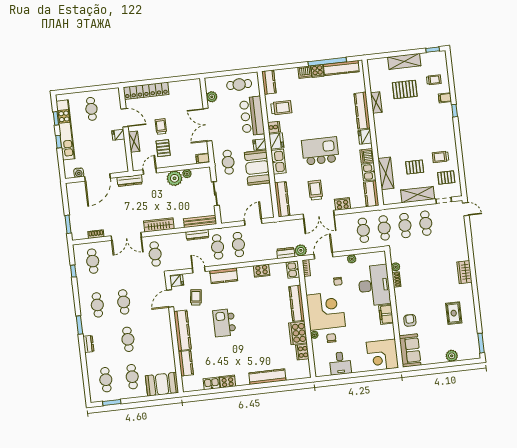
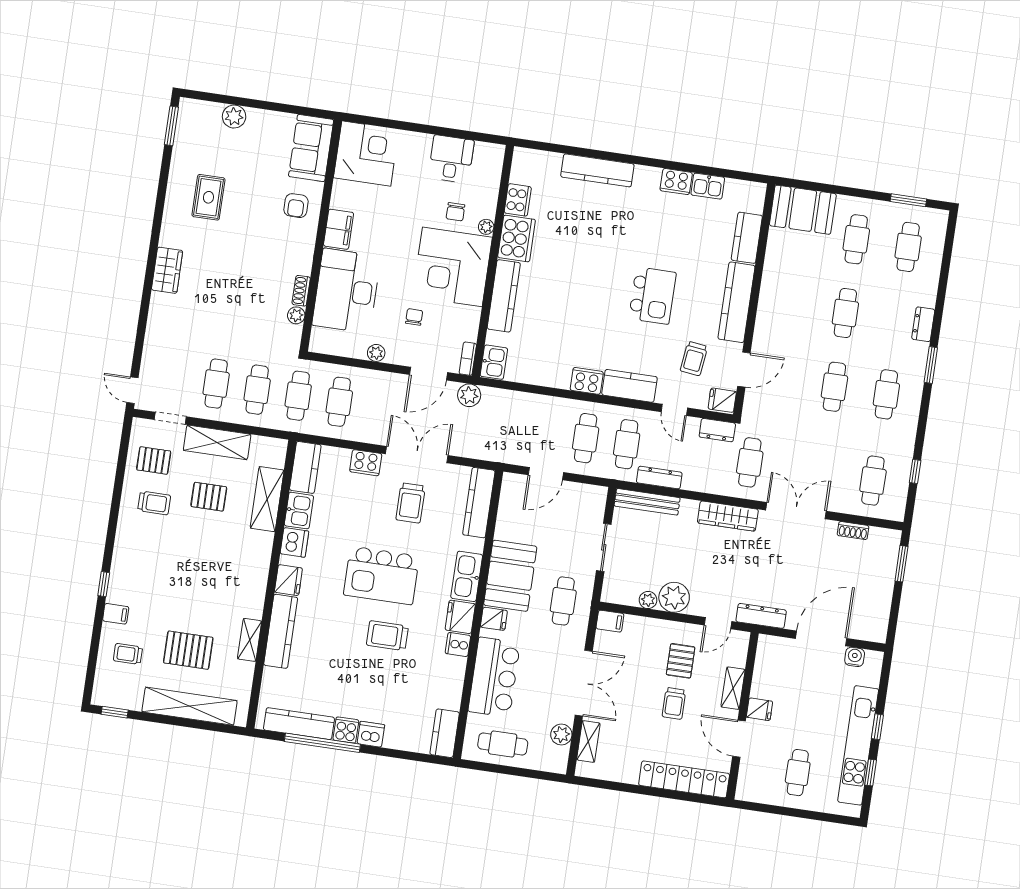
shelving: (404, 61) -> (189, 706), width x1.47
shelving: (198, 97) -> (588, 741), added
trolley: (281, 108) -> (387, 636), moved
dresser: (286, 253) -> (717, 430), moved
cooker: (262, 271) -> (587, 381), moved

